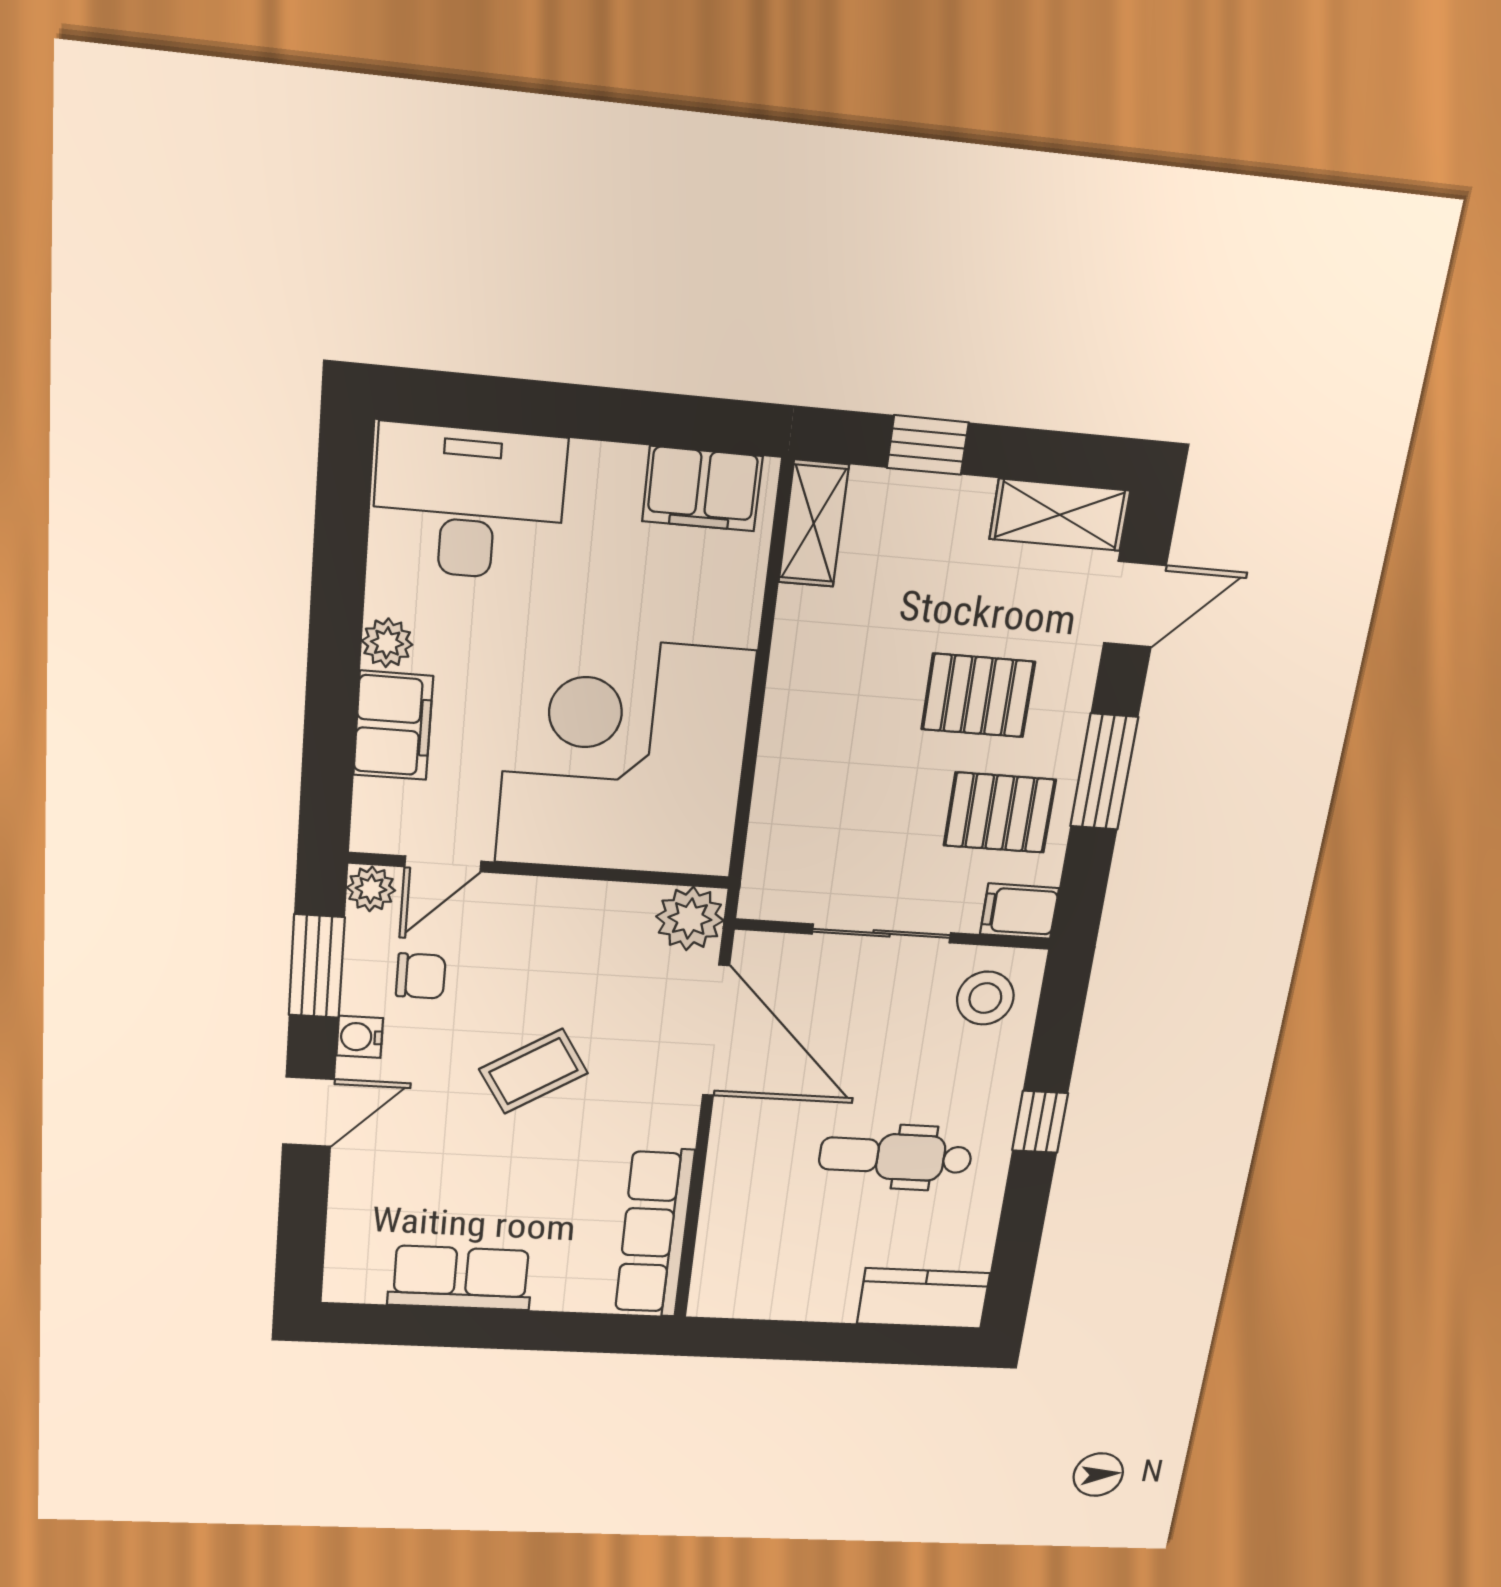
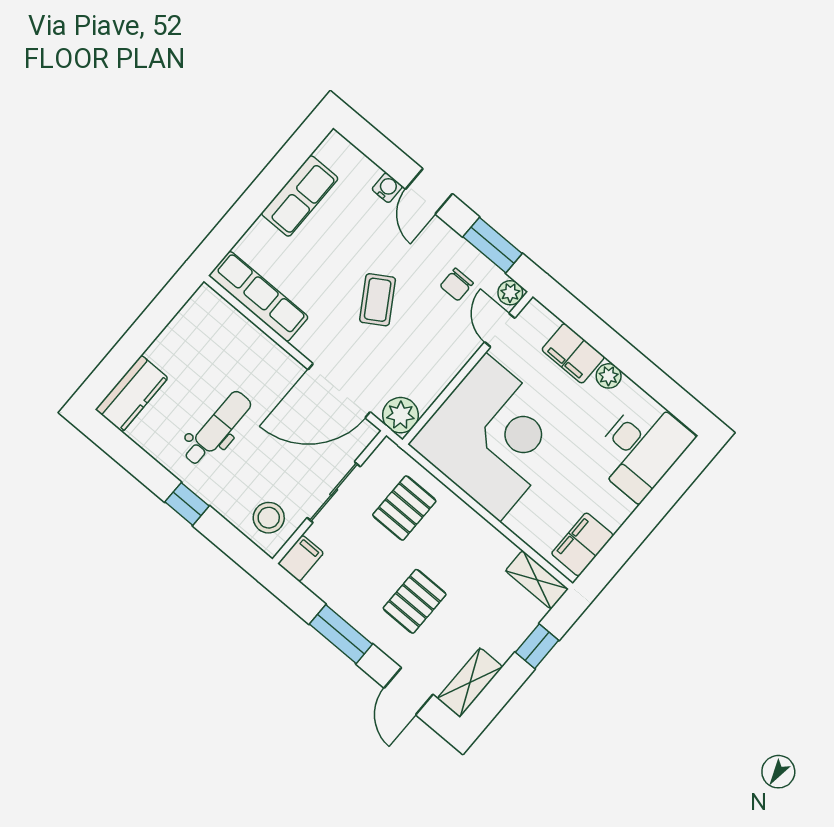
pallet: (1000, 813) -> (404, 508), moved
water cooler: (360, 1037) -> (387, 188), moved

